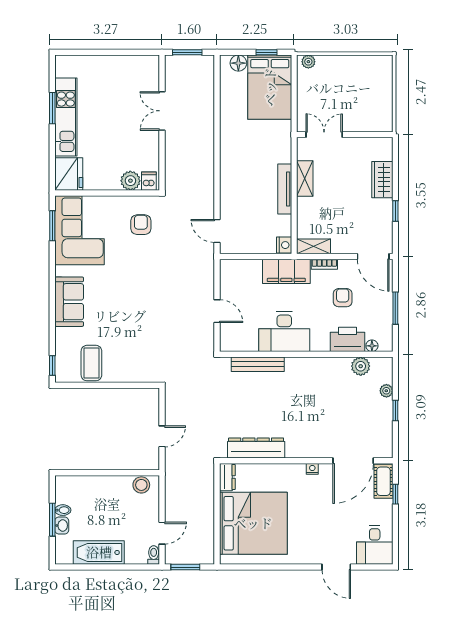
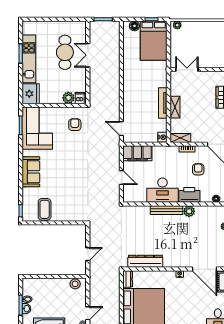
cafe table: (125, 106) -> (65, 52), added
shelving: (305, 178) -> (175, 107), moved
filing cabinet: (286, 271) -> (137, 153), moved
printer: (348, 339) -> (189, 195), moved
bench: (258, 364) -> (166, 210), moved
plant: (361, 366) -> (189, 211), moved
door: (353, 461) -> (205, 269), hinge flipped

